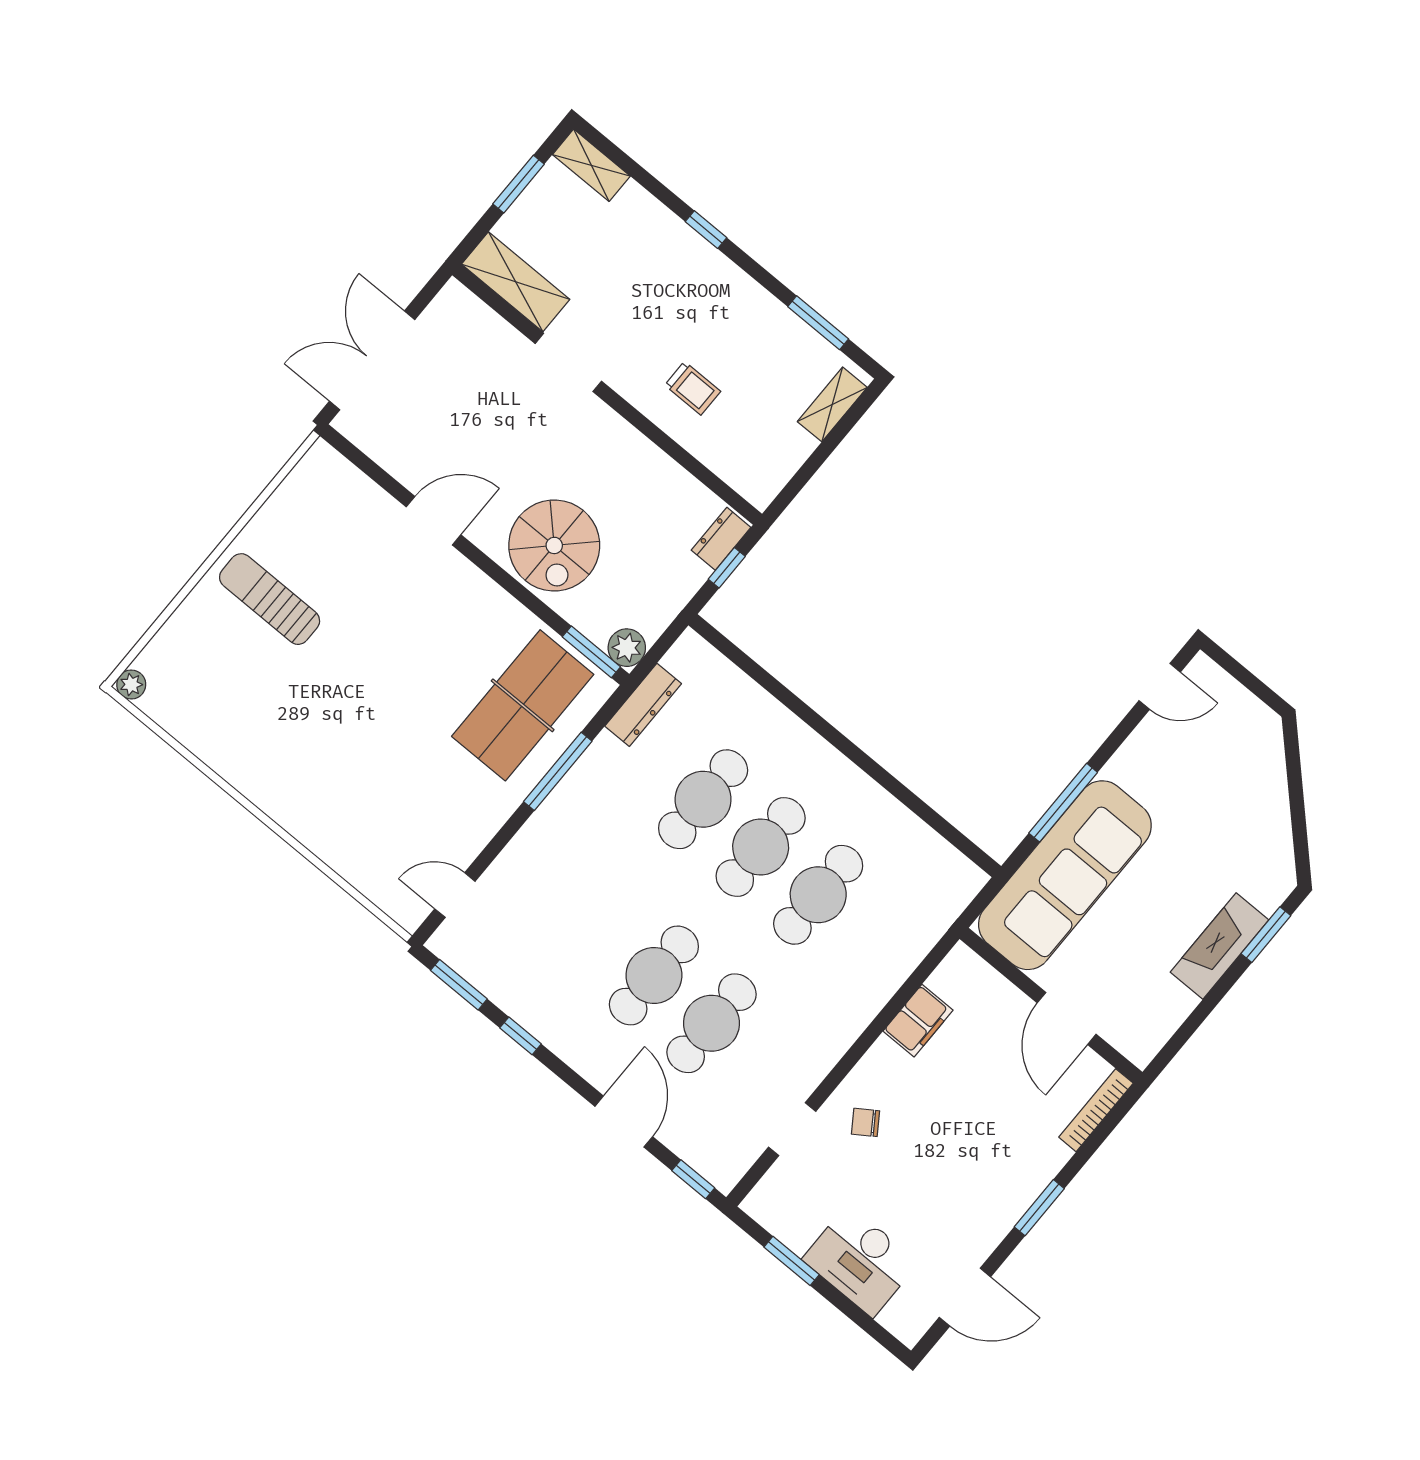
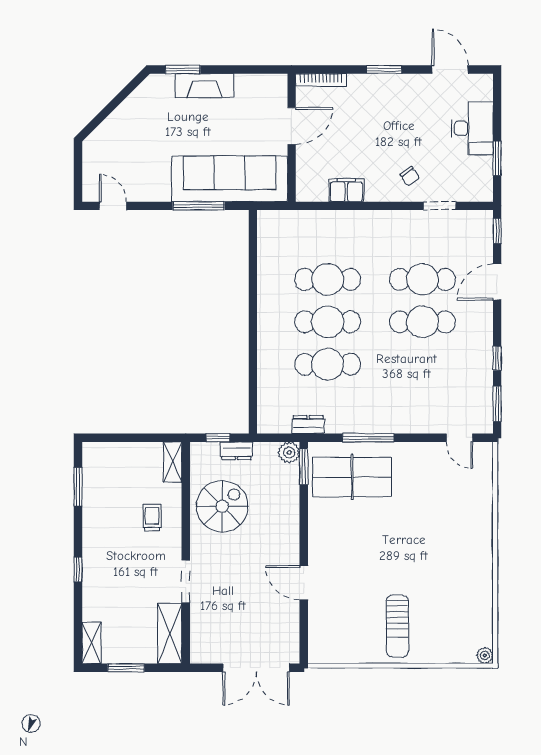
shelving: (832, 404) -> (173, 462), moved, turned 90
dresser: (721, 539) -> (236, 451), moved
spiral stairs: (554, 545) -> (222, 506), moved
dresser: (643, 705) -> (308, 425), width x0.70

